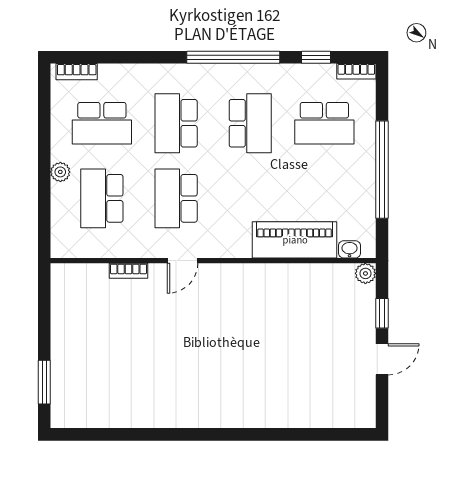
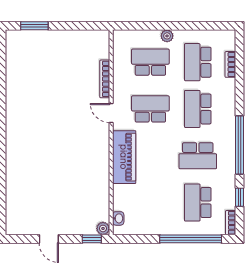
bookcase: (77, 72) -> (230, 64), moved
school desk: (176, 123) -> (198, 109), turned -90
window: (382, 170) -> (191, 239), moved
piano: (295, 240) -> (124, 157), moved
bookcase: (128, 271) -> (105, 79), width x1.56
window: (382, 313) -> (92, 239), moved

